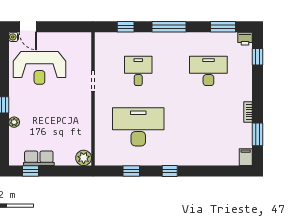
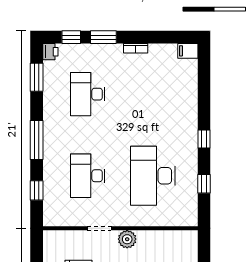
desk: (138, 71) -> (88, 176), width x1.37
window: (257, 134) -> (103, 37), moved
plant: (84, 158) -> (127, 239), moved

